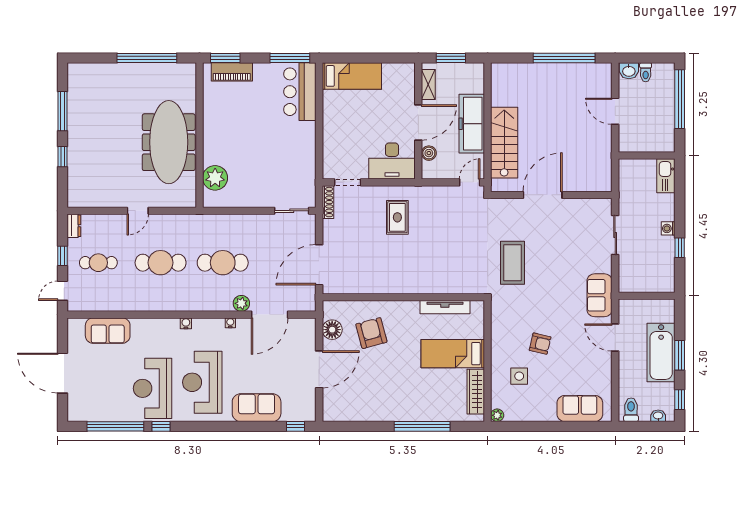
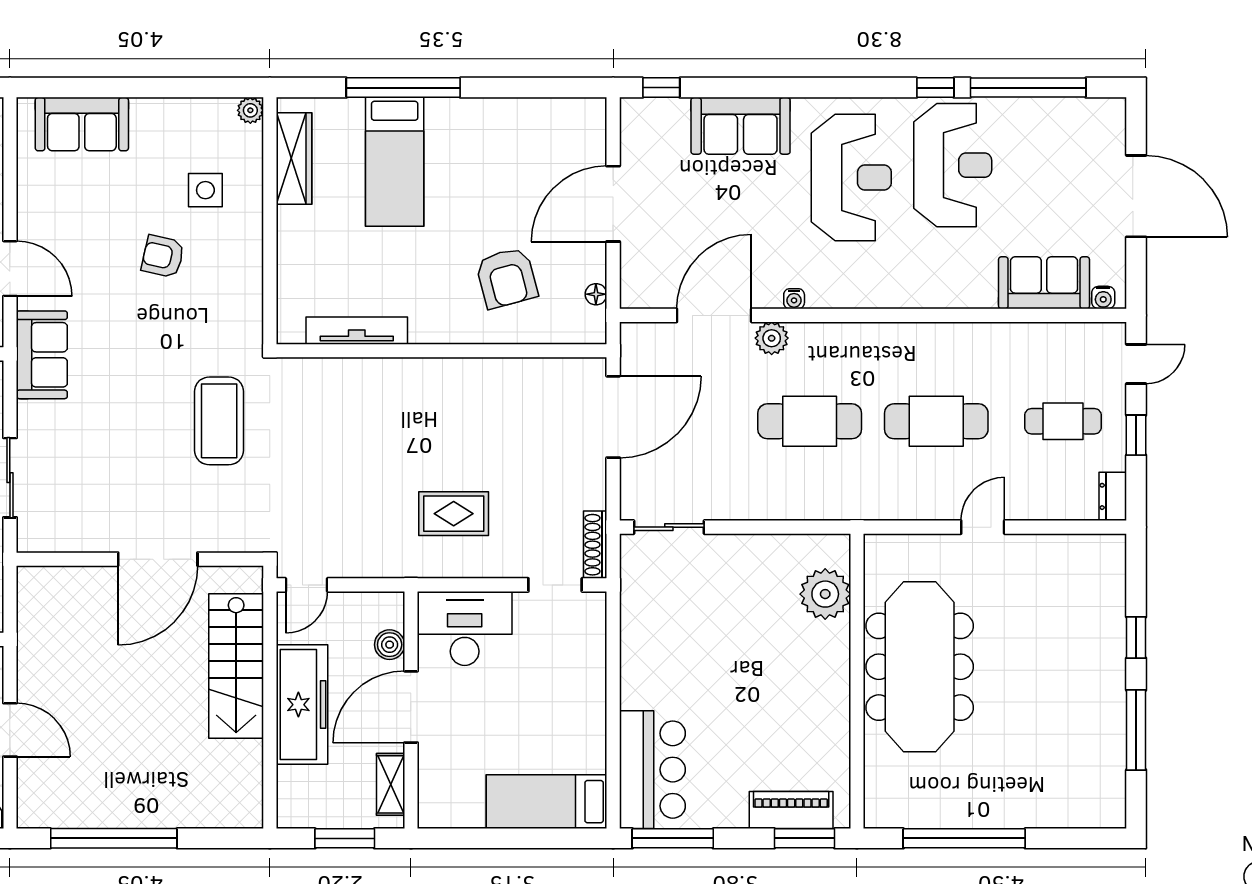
rug: (397, 217) -> (454, 514), turned 90
water cooler: (186, 323) -> (1103, 298), moved
floor lamp: (332, 330) -> (596, 294), width x0.53, depth x0.53
bed: (453, 354) -> (395, 162), moved, turned 90

